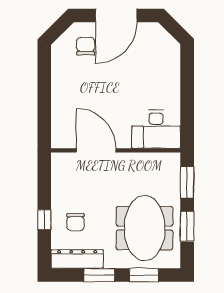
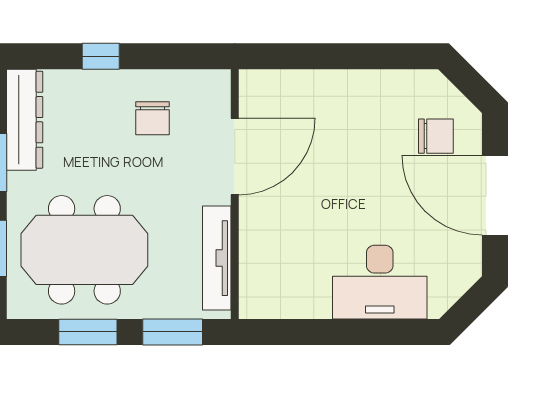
desk: (156, 129) -> (380, 282), moved, turned -90
tv unit: (149, 160) -> (217, 258), added
chair: (75, 222) -> (153, 118), moved, turned -90

